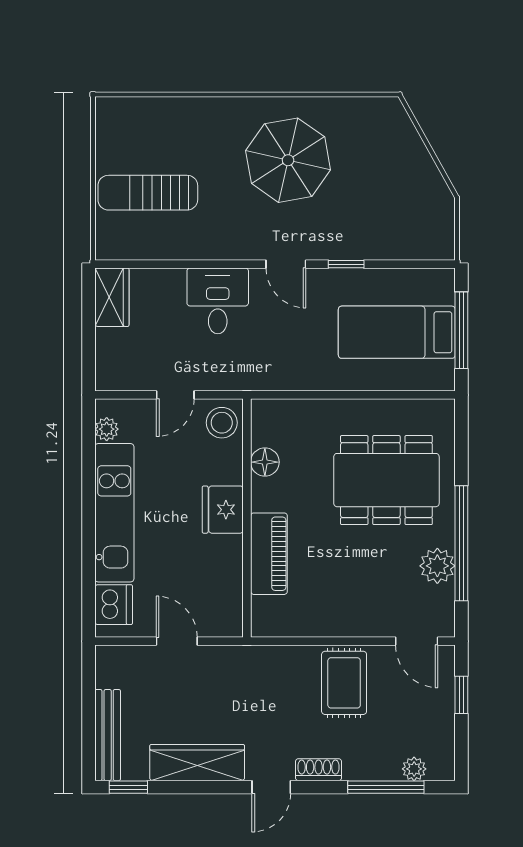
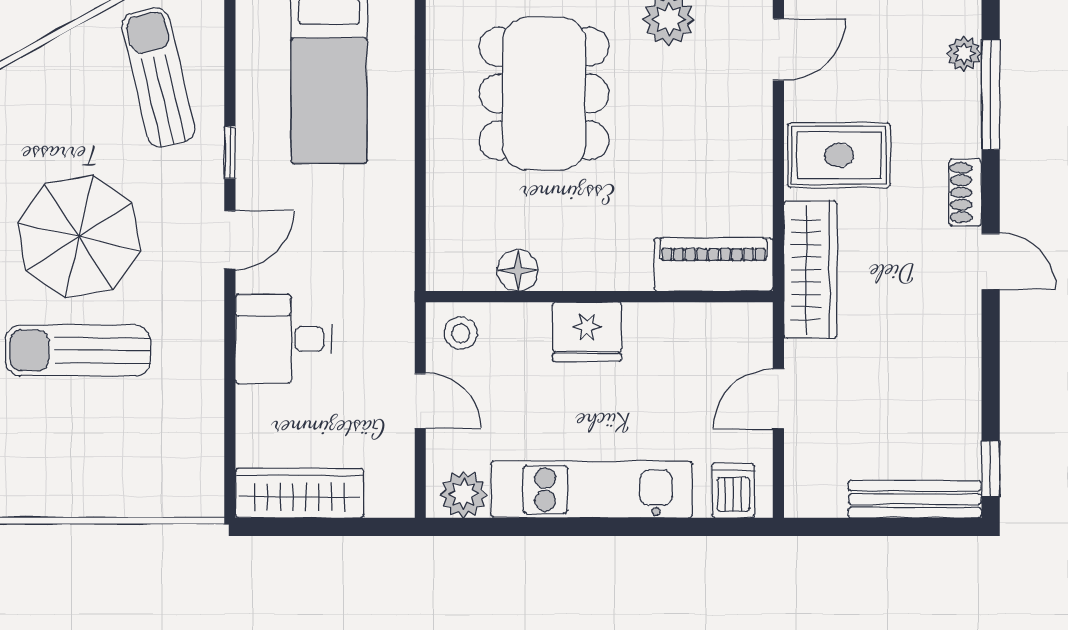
sun lounger: (148, 193) -> (78, 350), moved, turned 90
sun lounger: (398, 215) -> (158, 78), added
wardrobe: (112, 297) -> (299, 493), width x1.50
stool: (222, 423) -> (461, 333), width x0.73, depth x0.73
plant: (107, 429) -> (464, 494), width x1.38, depth x1.38
piano: (269, 554) -> (713, 265), moved
dishwasher: (114, 605) -> (733, 490), width x0.73
wardrobe: (197, 763) -> (810, 269), moved, turned 180

